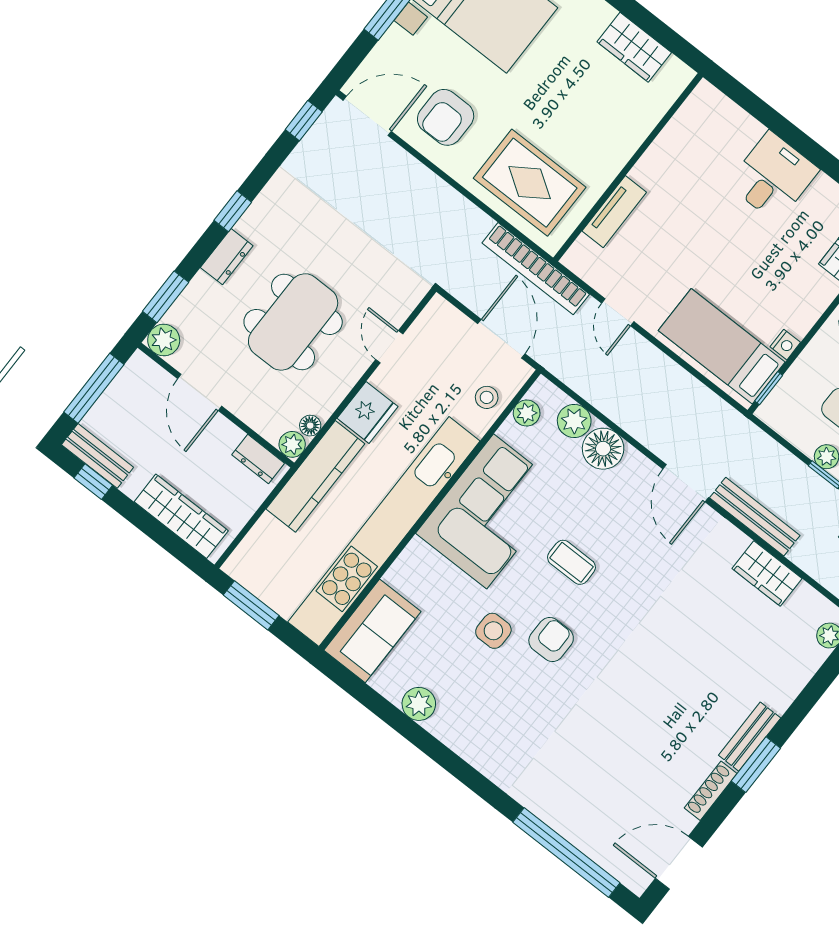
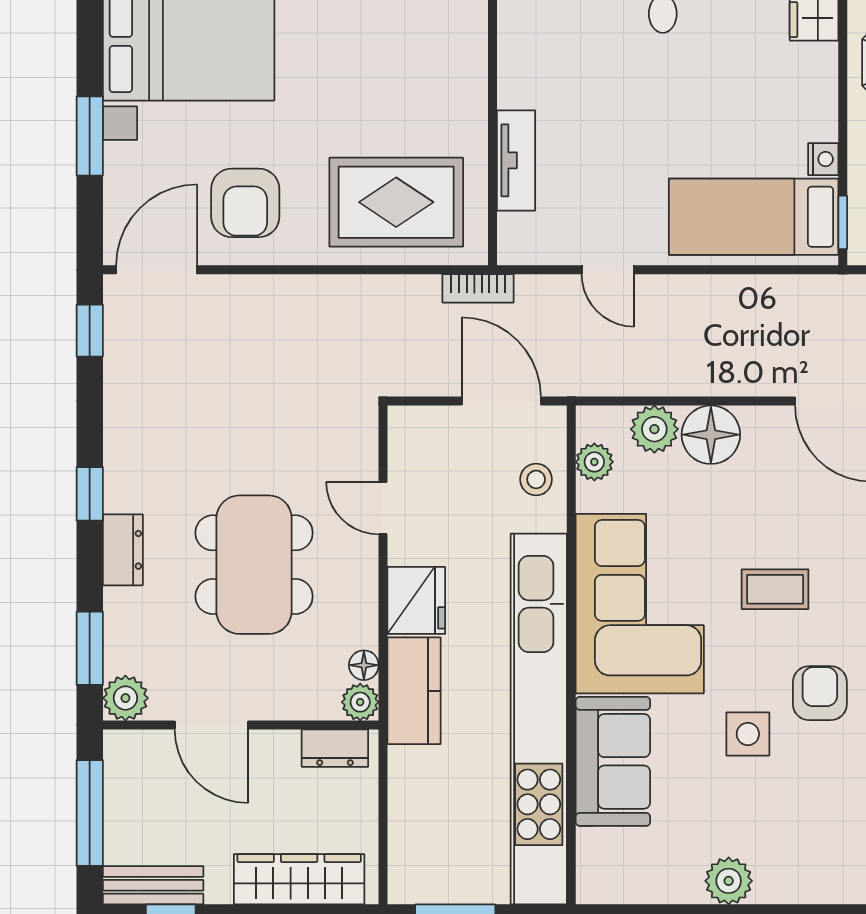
bookcase: (536, 269) -> (478, 288), width x0.43, depth x0.76
kitchen counter: (315, 476) -> (414, 691), width x0.67
sofa: (372, 631) -> (613, 761), moved

